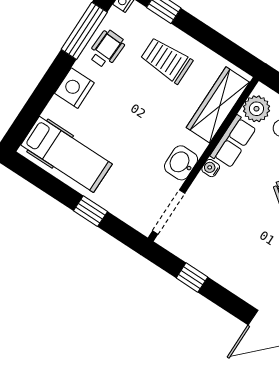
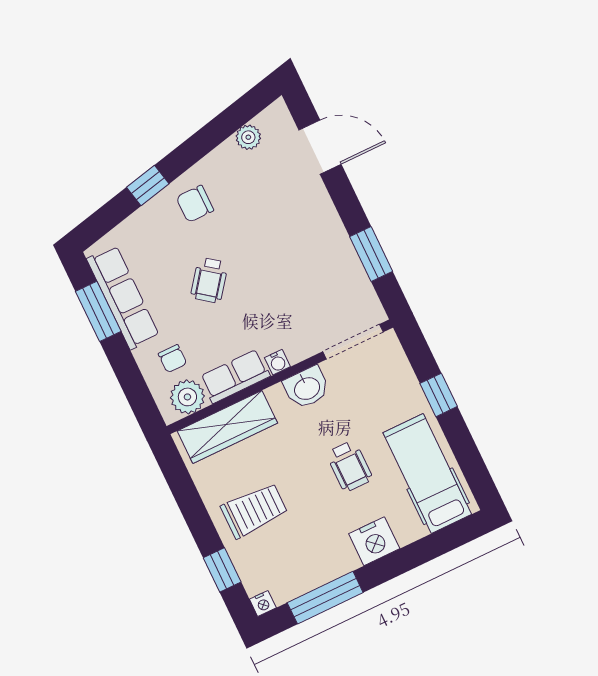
wheelchair: (107, 49) -> (349, 466), moved, turned -92
trolley: (166, 60) -> (254, 510), turned -90
window: (192, 278) -> (371, 254), width x1.50

